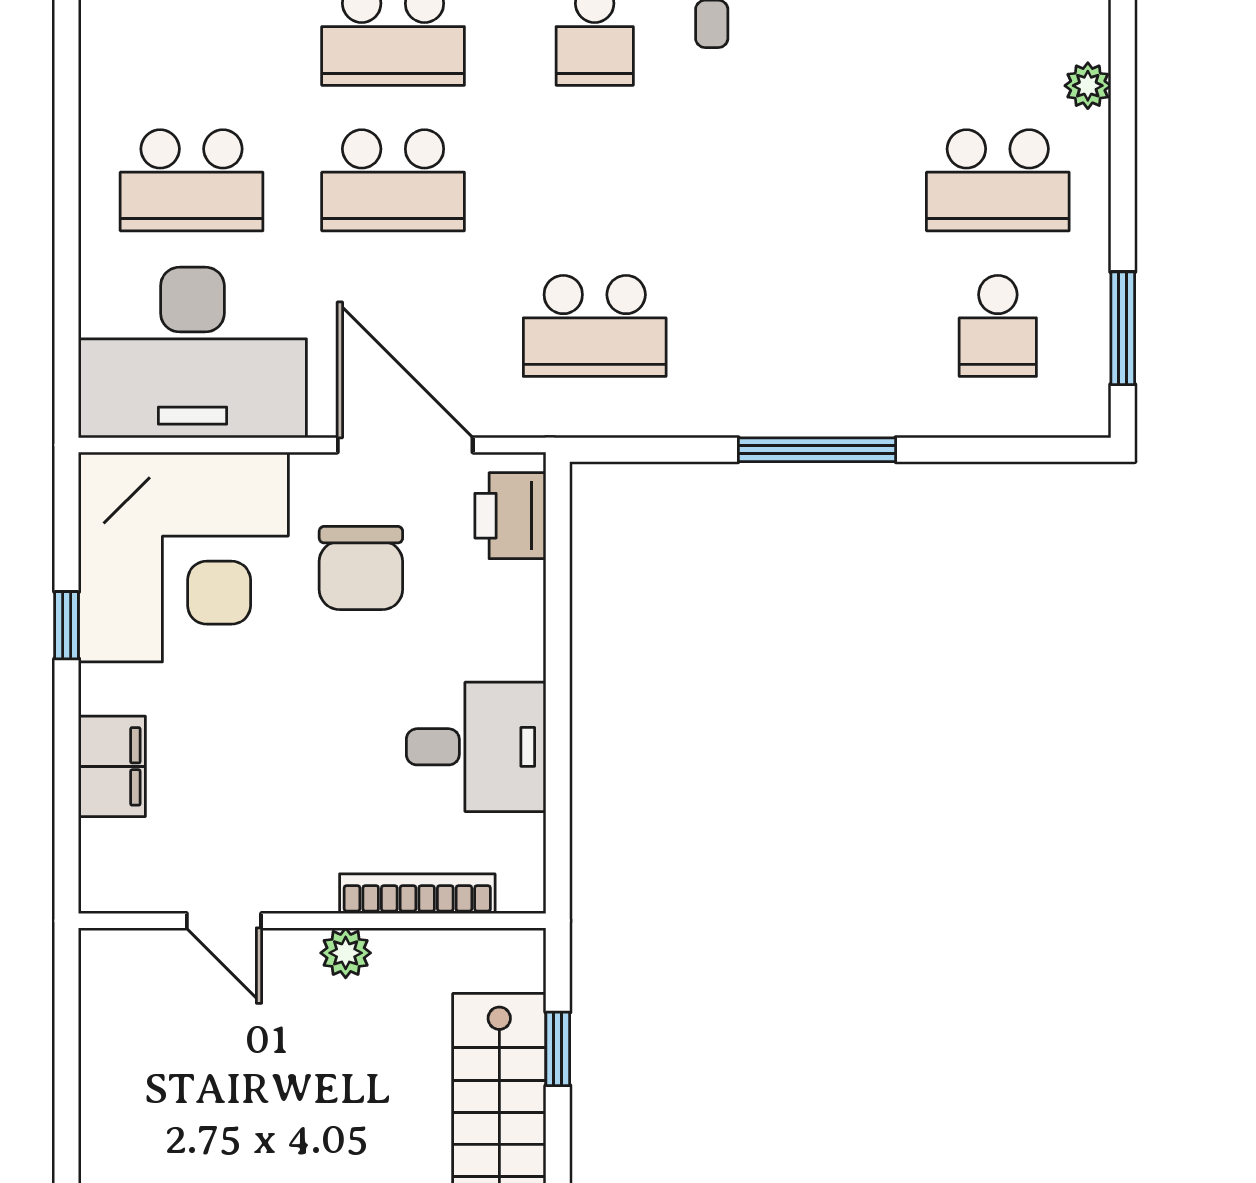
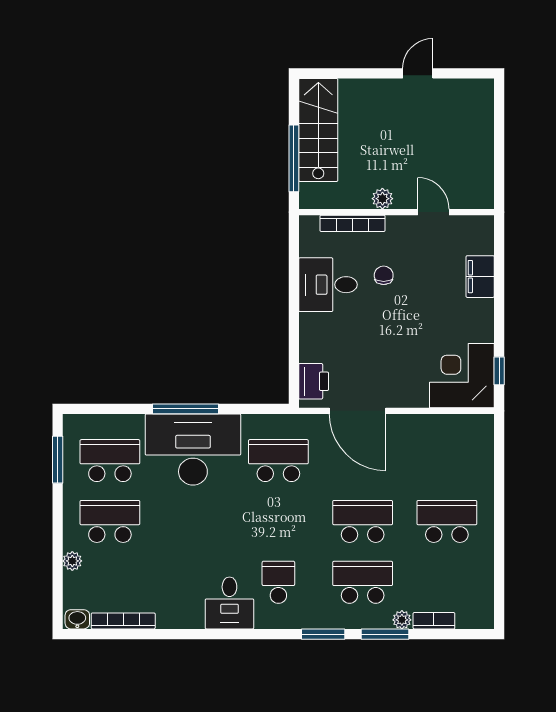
school desk: (998, 326) -> (110, 461), width x1.85
desk: (192, 352) -> (193, 450), moved
corner desk: (183, 557) -> (462, 376), width x0.74, depth x0.74
chair: (361, 568) -> (384, 275), moved, width x0.54, depth x0.54
window: (67, 625) -> (499, 371), moved
window: (558, 1049) -> (294, 158), width x2.17

